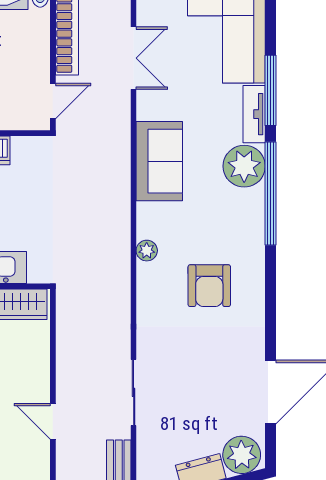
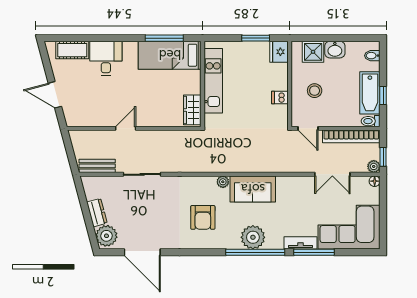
sofa: (159, 161) -> (253, 189), moved
plant: (244, 166) -> (253, 237), moved
armchair: (209, 286) -> (203, 217), turned -90

